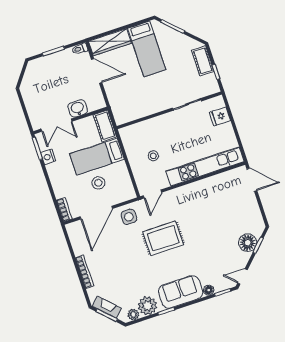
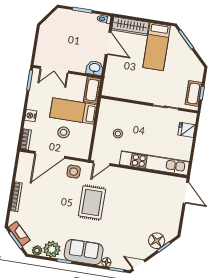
cot: (203, 61) -> (194, 93), moved
washbasin: (78, 108) -> (95, 68), moved
nightstand: (48, 157) -> (31, 116), moved
rug: (163, 238) -> (92, 203), turned 90

